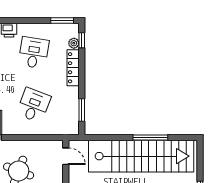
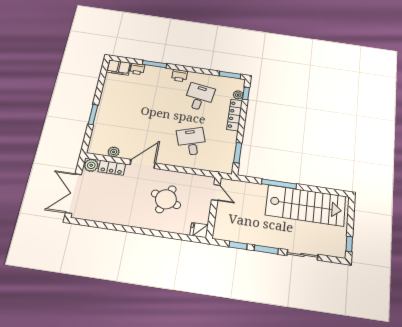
desk: (34, 105) -> (192, 142), turned -39
window: (150, 137) -> (279, 184), moved
stairs: (141, 156) -> (306, 206), width x0.73

